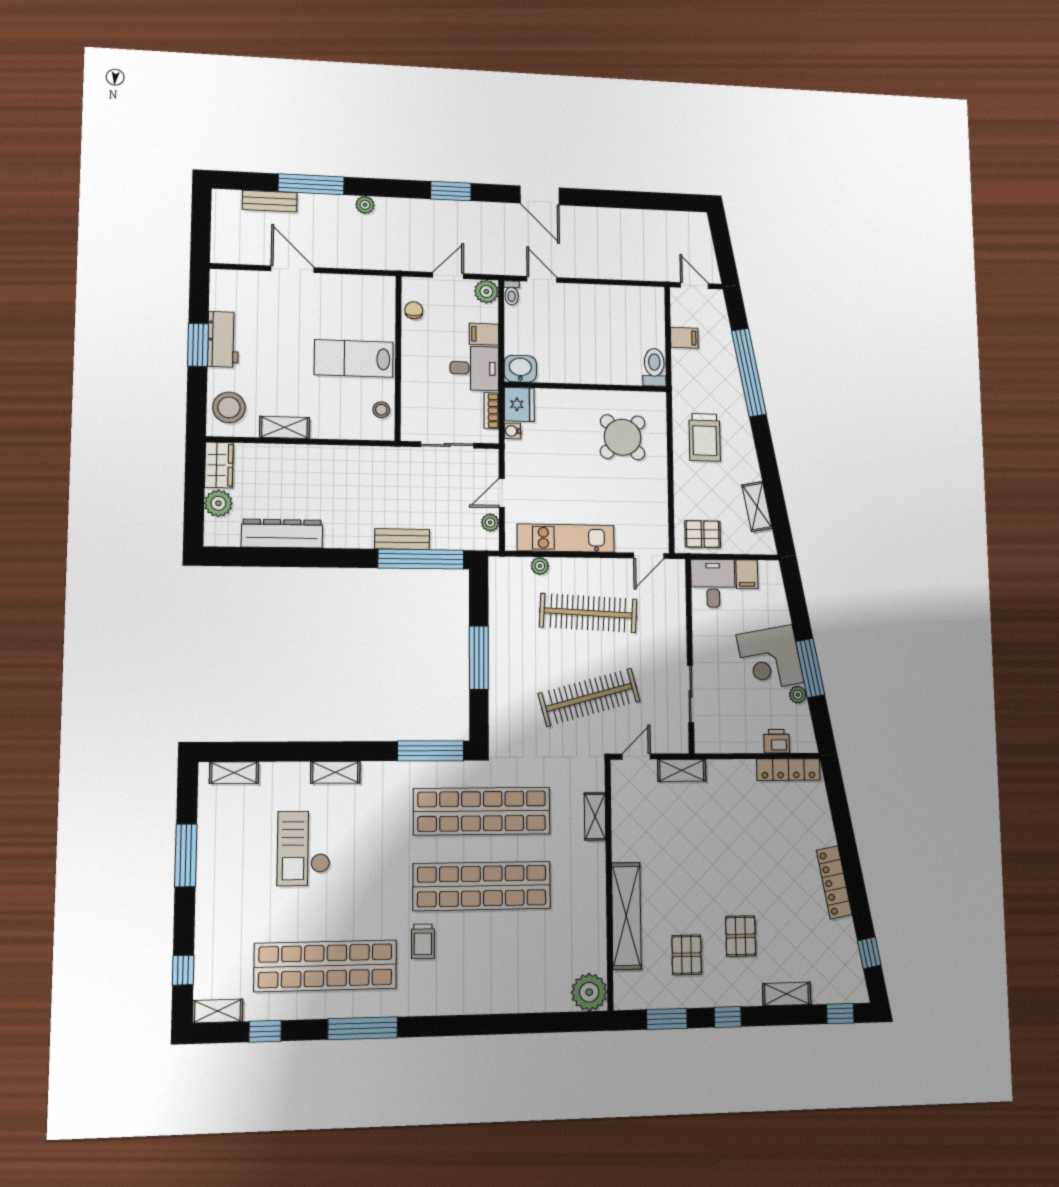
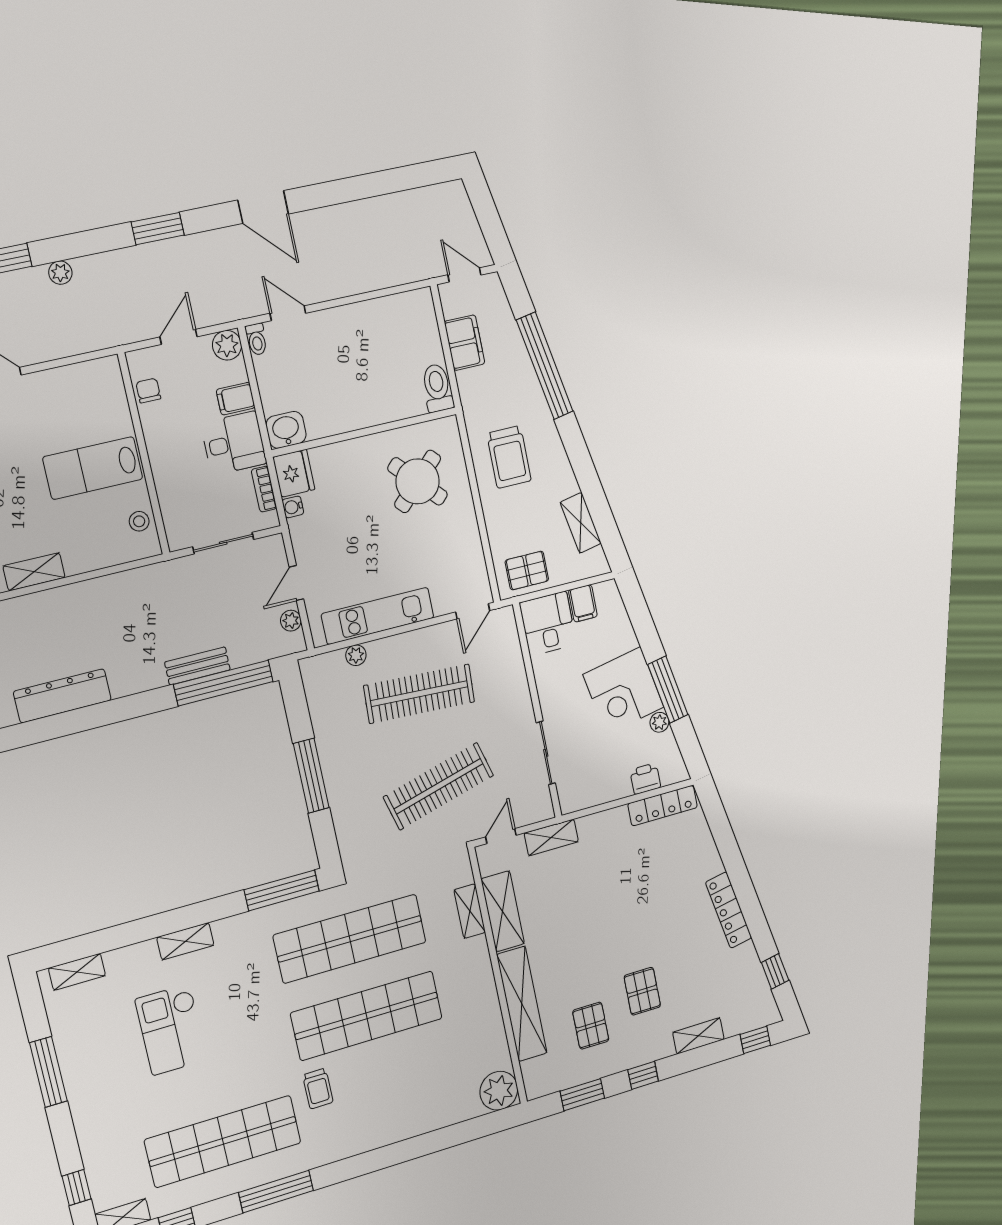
filing cabinet: (684, 338) -> (465, 343), width x2.00
shelving: (625, 825) -> (503, 911), added

